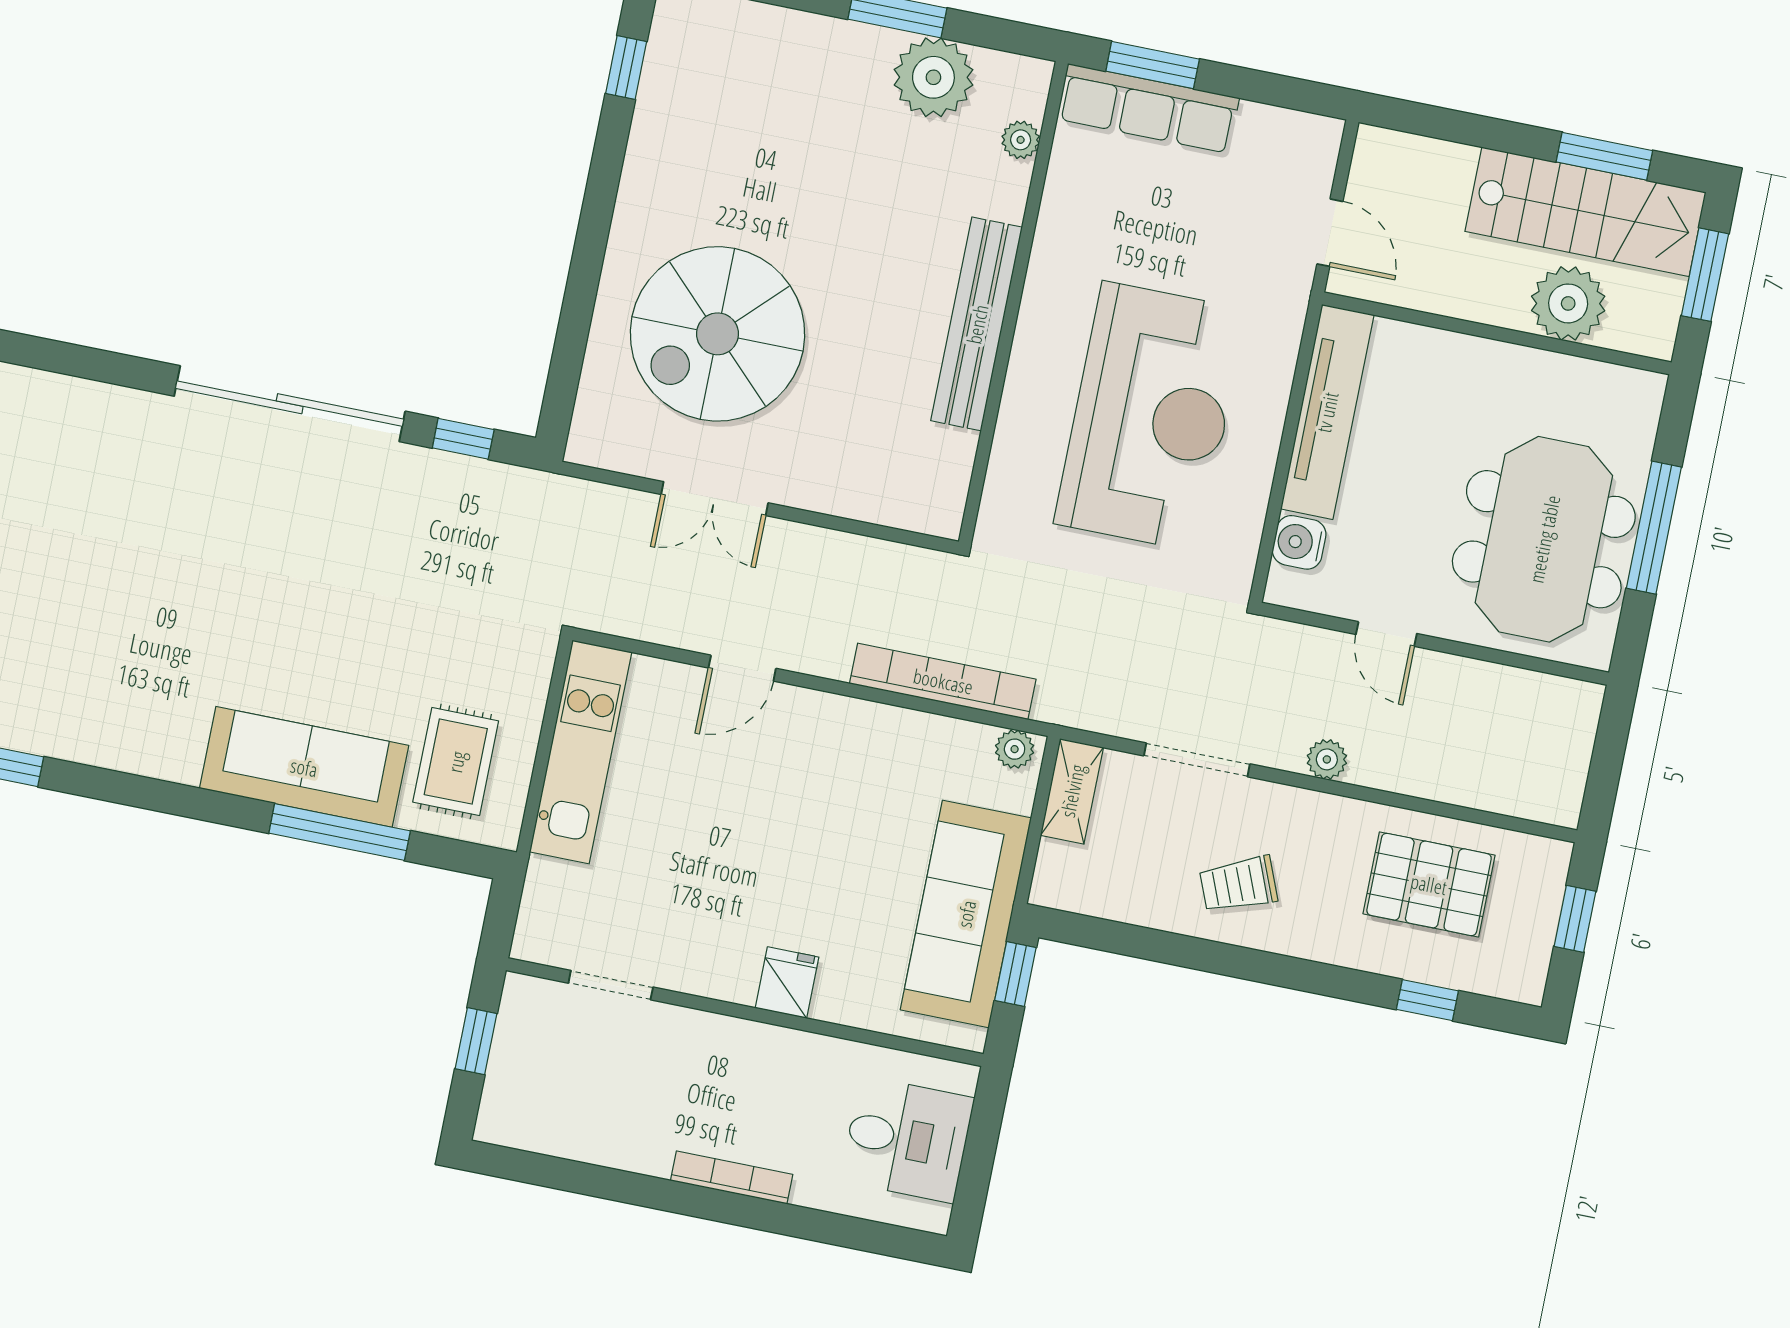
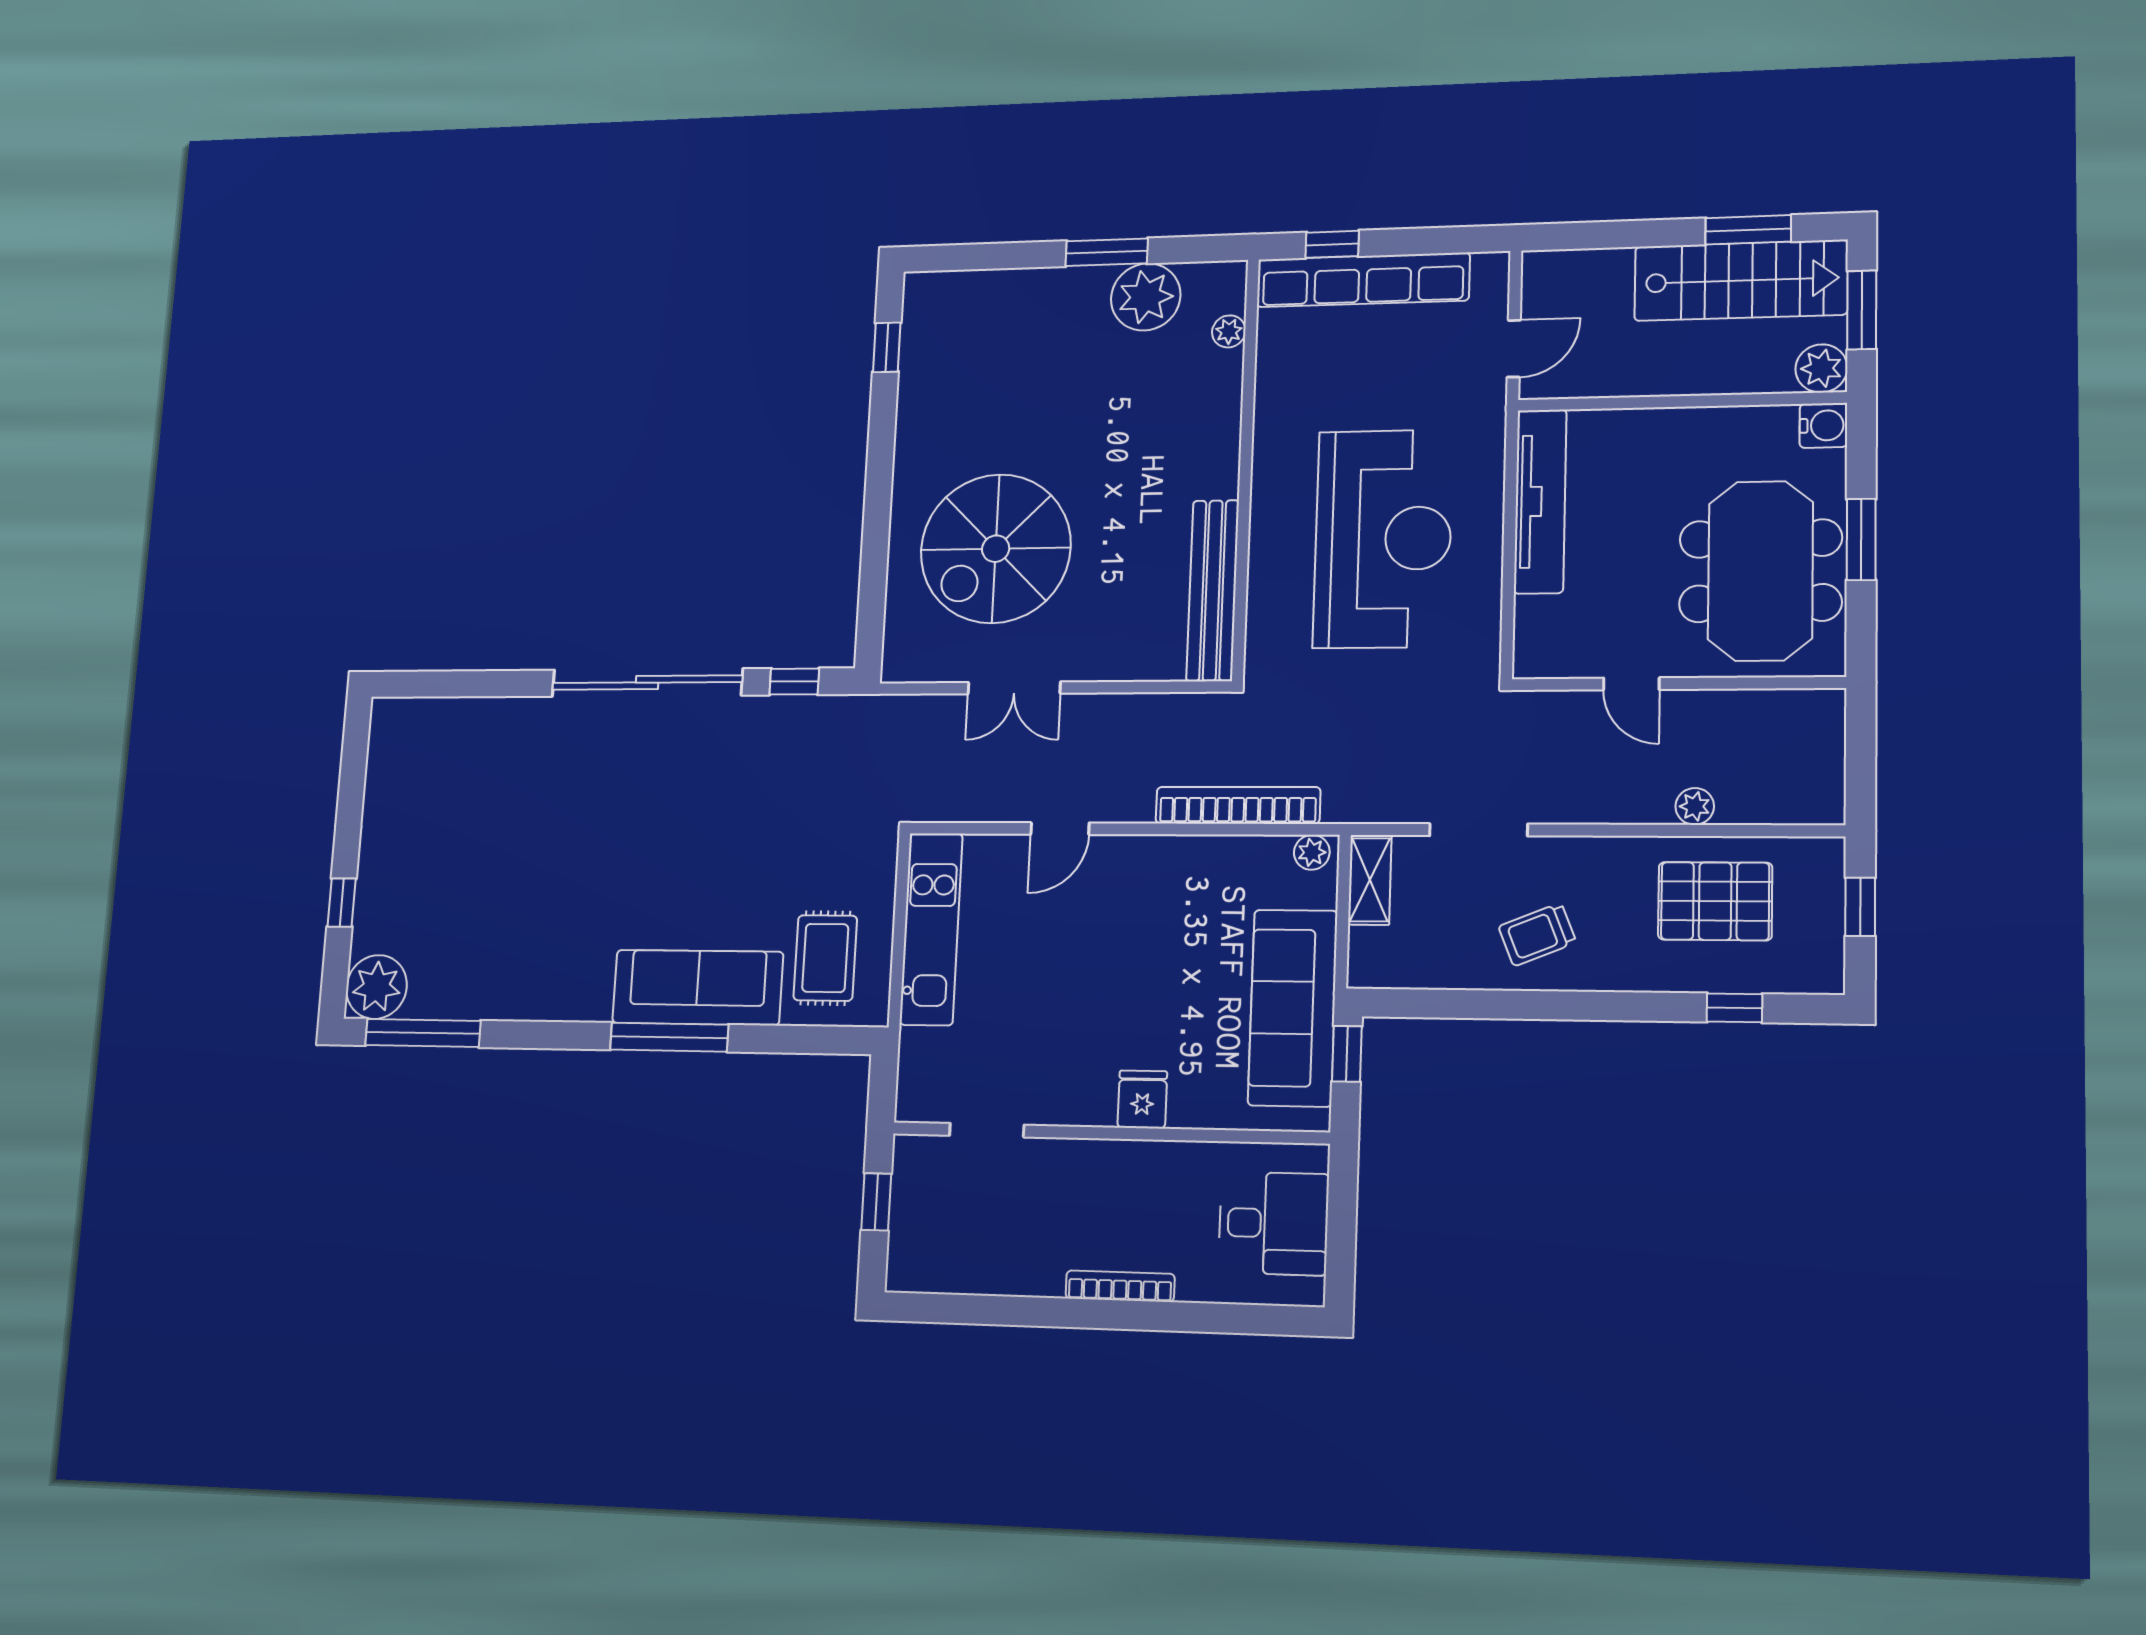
window: (1153, 65) -> (1332, 244), width x0.67
row of seats: (1148, 108) -> (1363, 280), width x1.36
door: (1330, 233) -> (1514, 349), hinge flipped
plant: (1568, 303) -> (1821, 368), moved, width x0.73, depth x0.73
bench: (977, 324) -> (1213, 590), moved
window: (1654, 528) -> (1861, 540), width x0.69
water cooler: (1299, 542) -> (1823, 425), moved, turned 180
plant: (1327, 759) -> (1695, 806), moved
window: (340, 832) -> (669, 1037), moved

